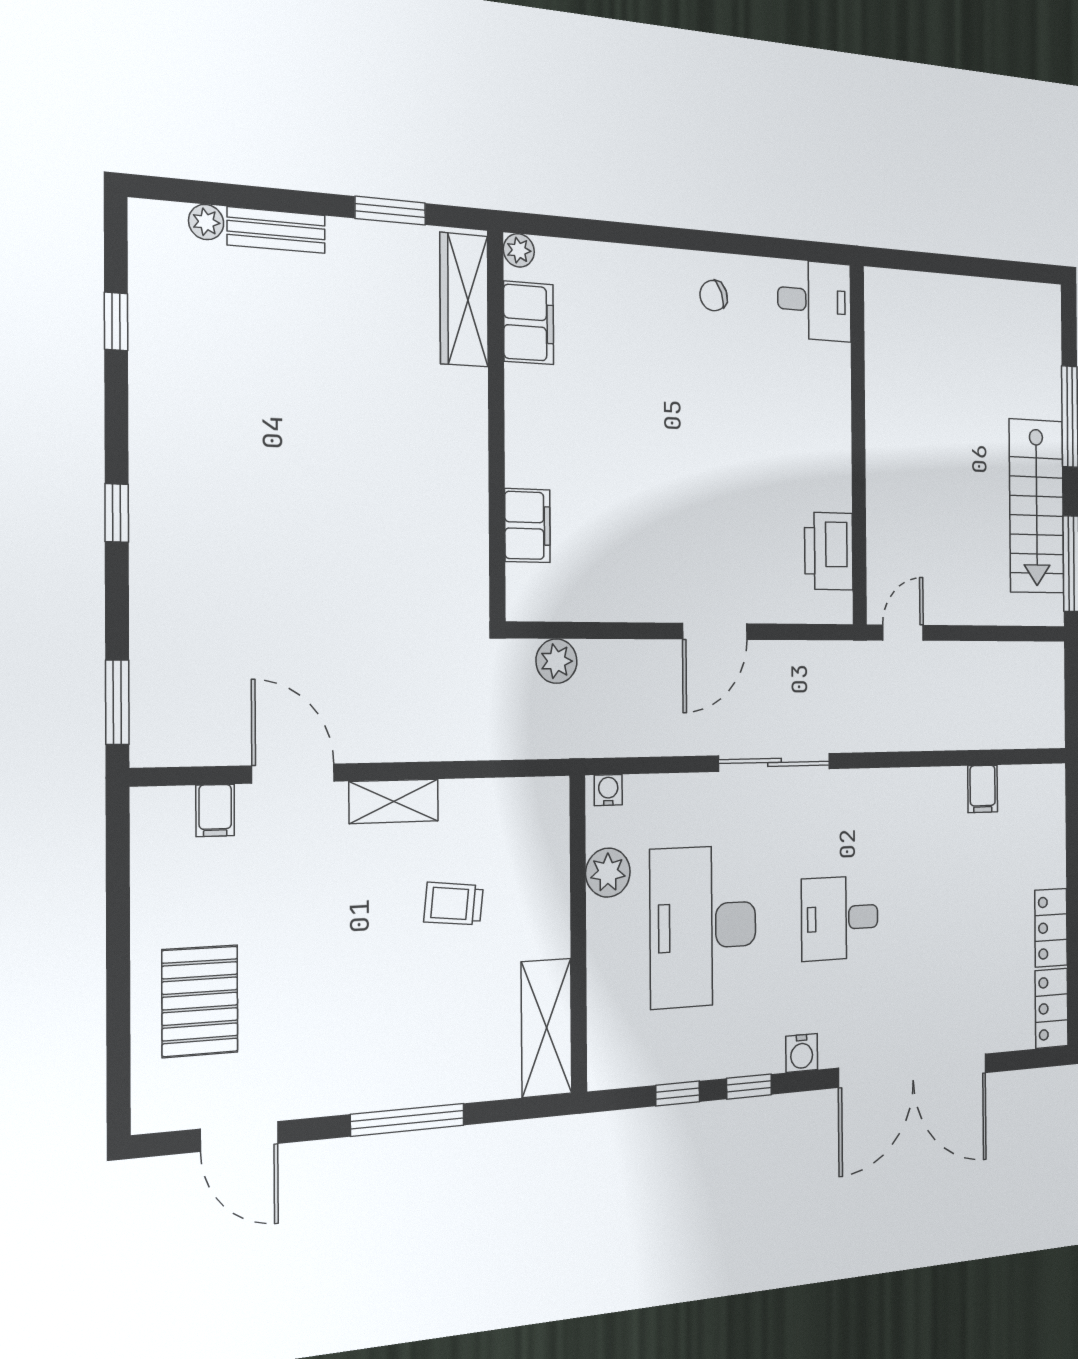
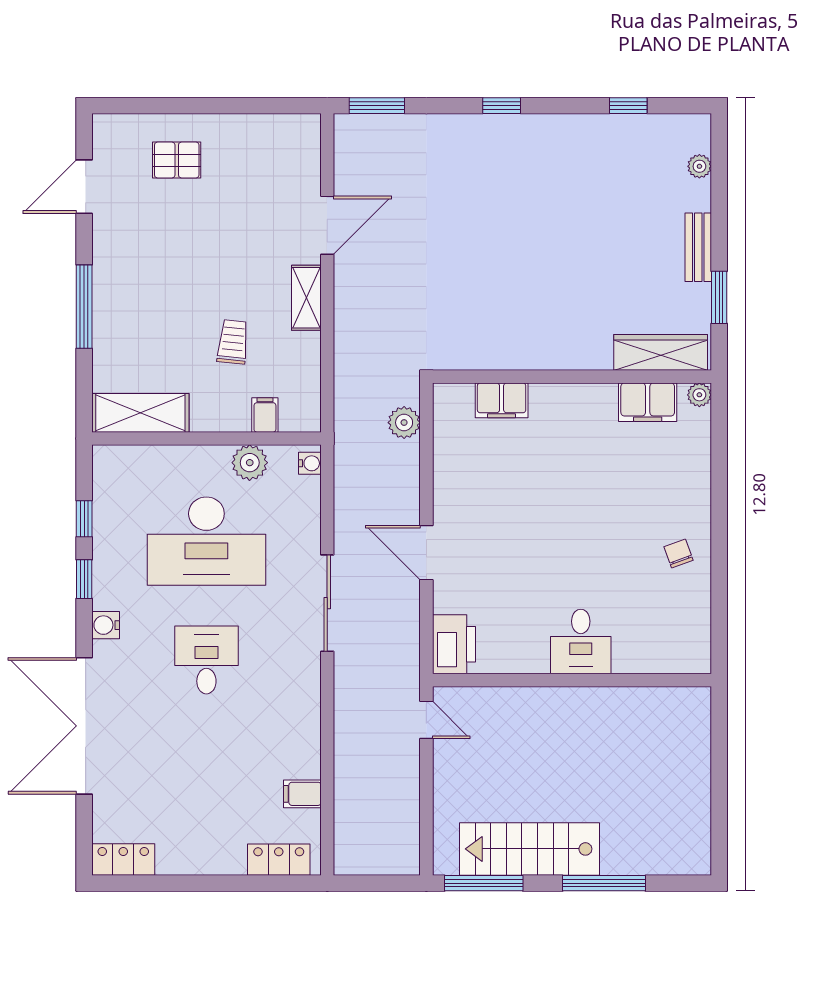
bench: (276, 230) -> (698, 247), moved
desk: (814, 301) -> (581, 642), moved
printer: (829, 551) -> (454, 644), moved, turned 90
filing cabinet: (215, 810) -> (265, 415), moved, turned 90
desk: (703, 926) -> (206, 541), turned 180
locker: (1051, 928) -> (279, 860), moved
pallet: (200, 1001) -> (177, 160), width x0.67, depth x0.71

